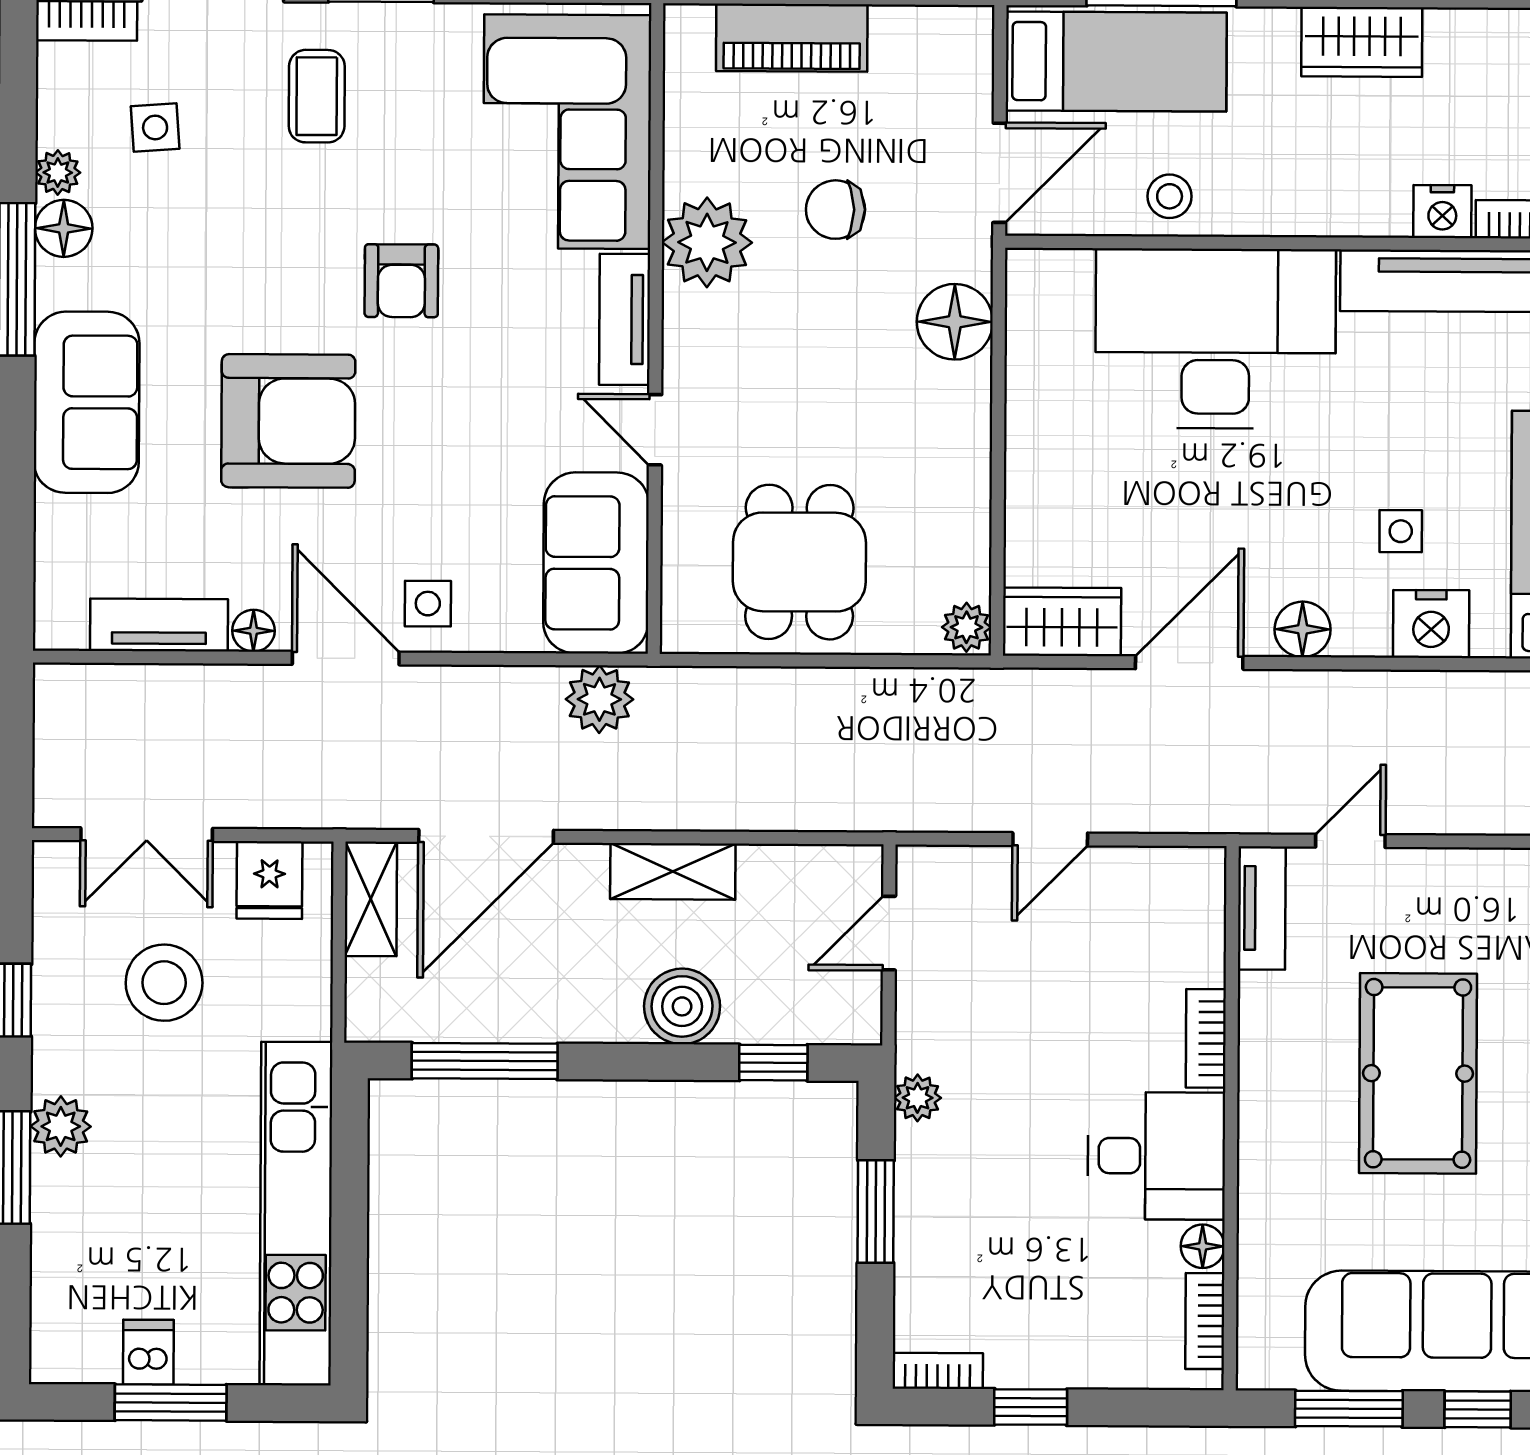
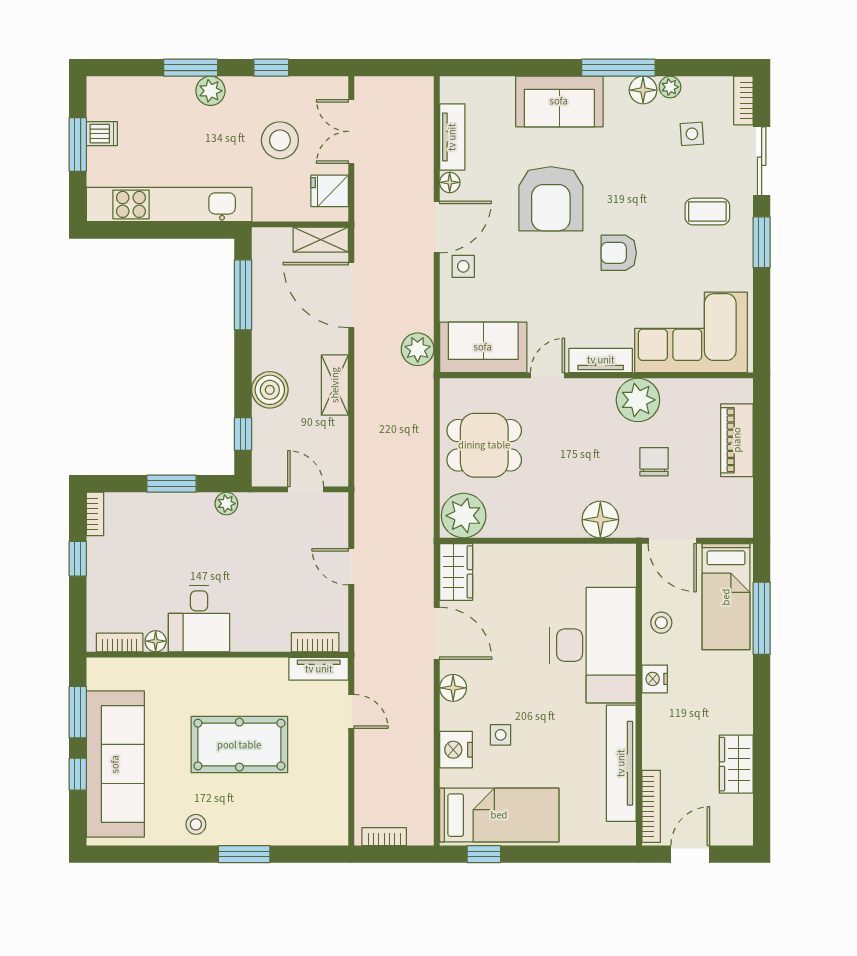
wardrobe: (1362, 42) -> (736, 764), moved
nightstand: (1442, 211) -> (655, 679), moved
plant: (966, 627) -> (464, 516), width x1.88, depth x1.88
bookcase: (1206, 1038) -> (315, 642), moved

